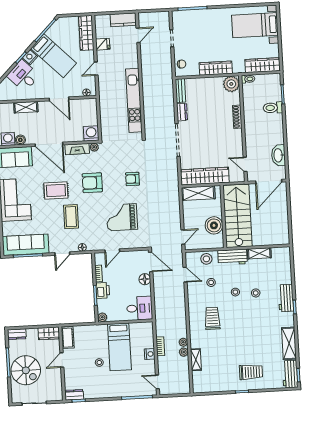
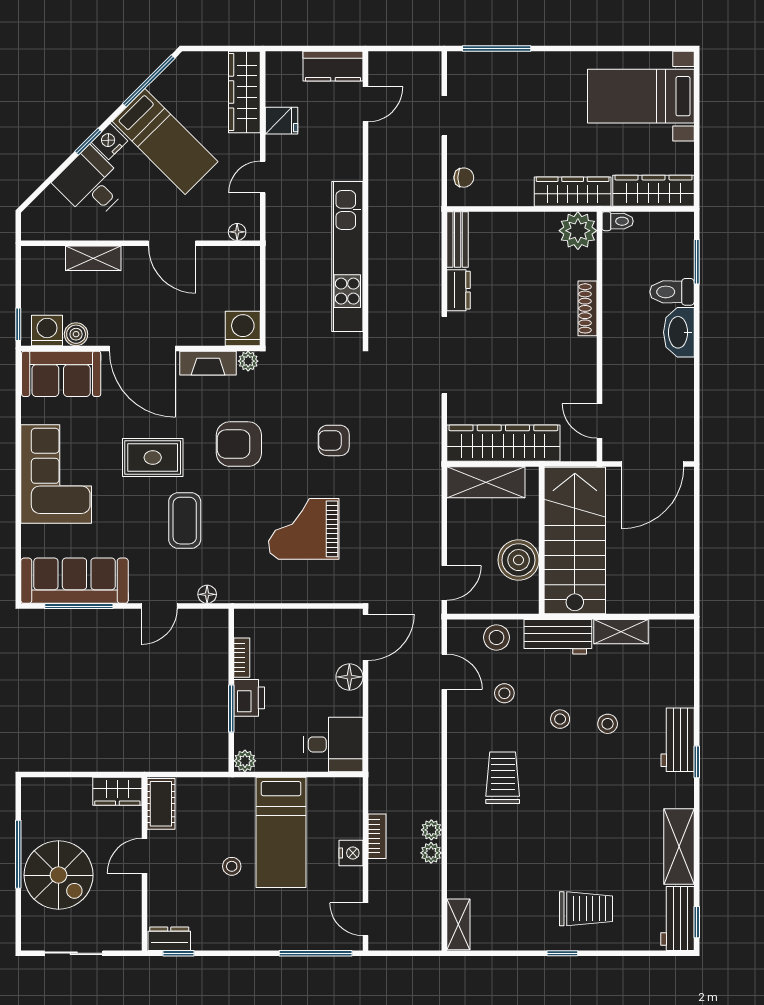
wardrobe: (216, 68) -> (573, 192), moved
washbasin: (278, 155) -> (679, 332), moved
door: (112, 251) -> (277, 606), removed
door: (151, 262) -> (365, 637), hinge flipped
dresser: (17, 334) -> (42, 789), removed
shelving: (196, 360) -> (458, 924), moved

